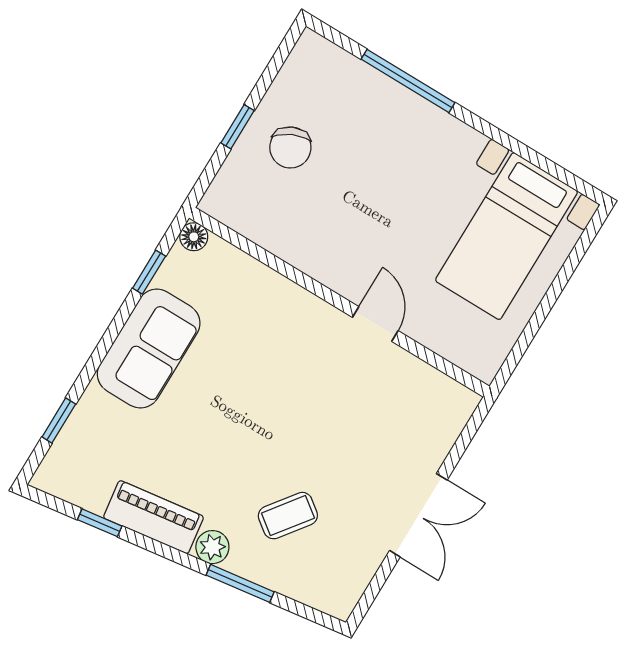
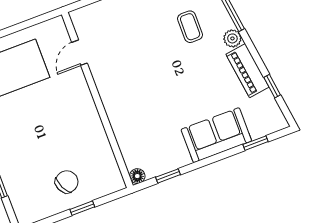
door: (375, 324) -> (80, 53), moved
sofa: (149, 349) -> (216, 135), moved
coffee table: (288, 516) -> (190, 27), turned 53

